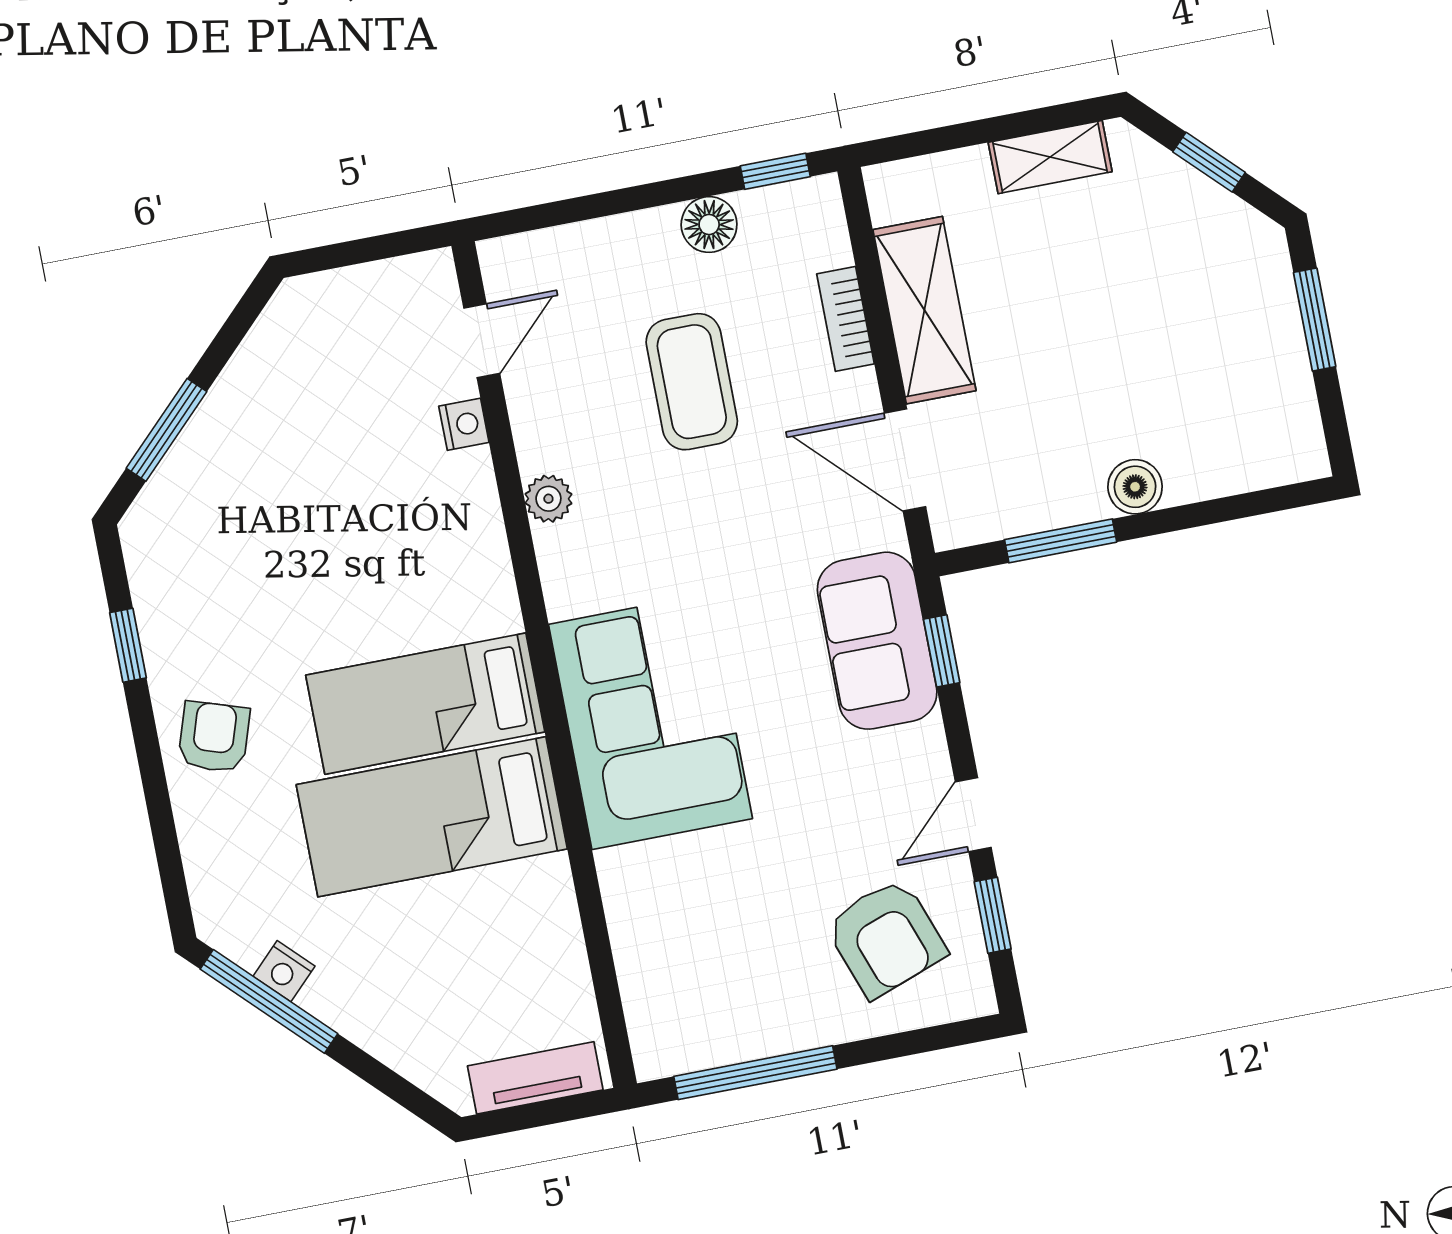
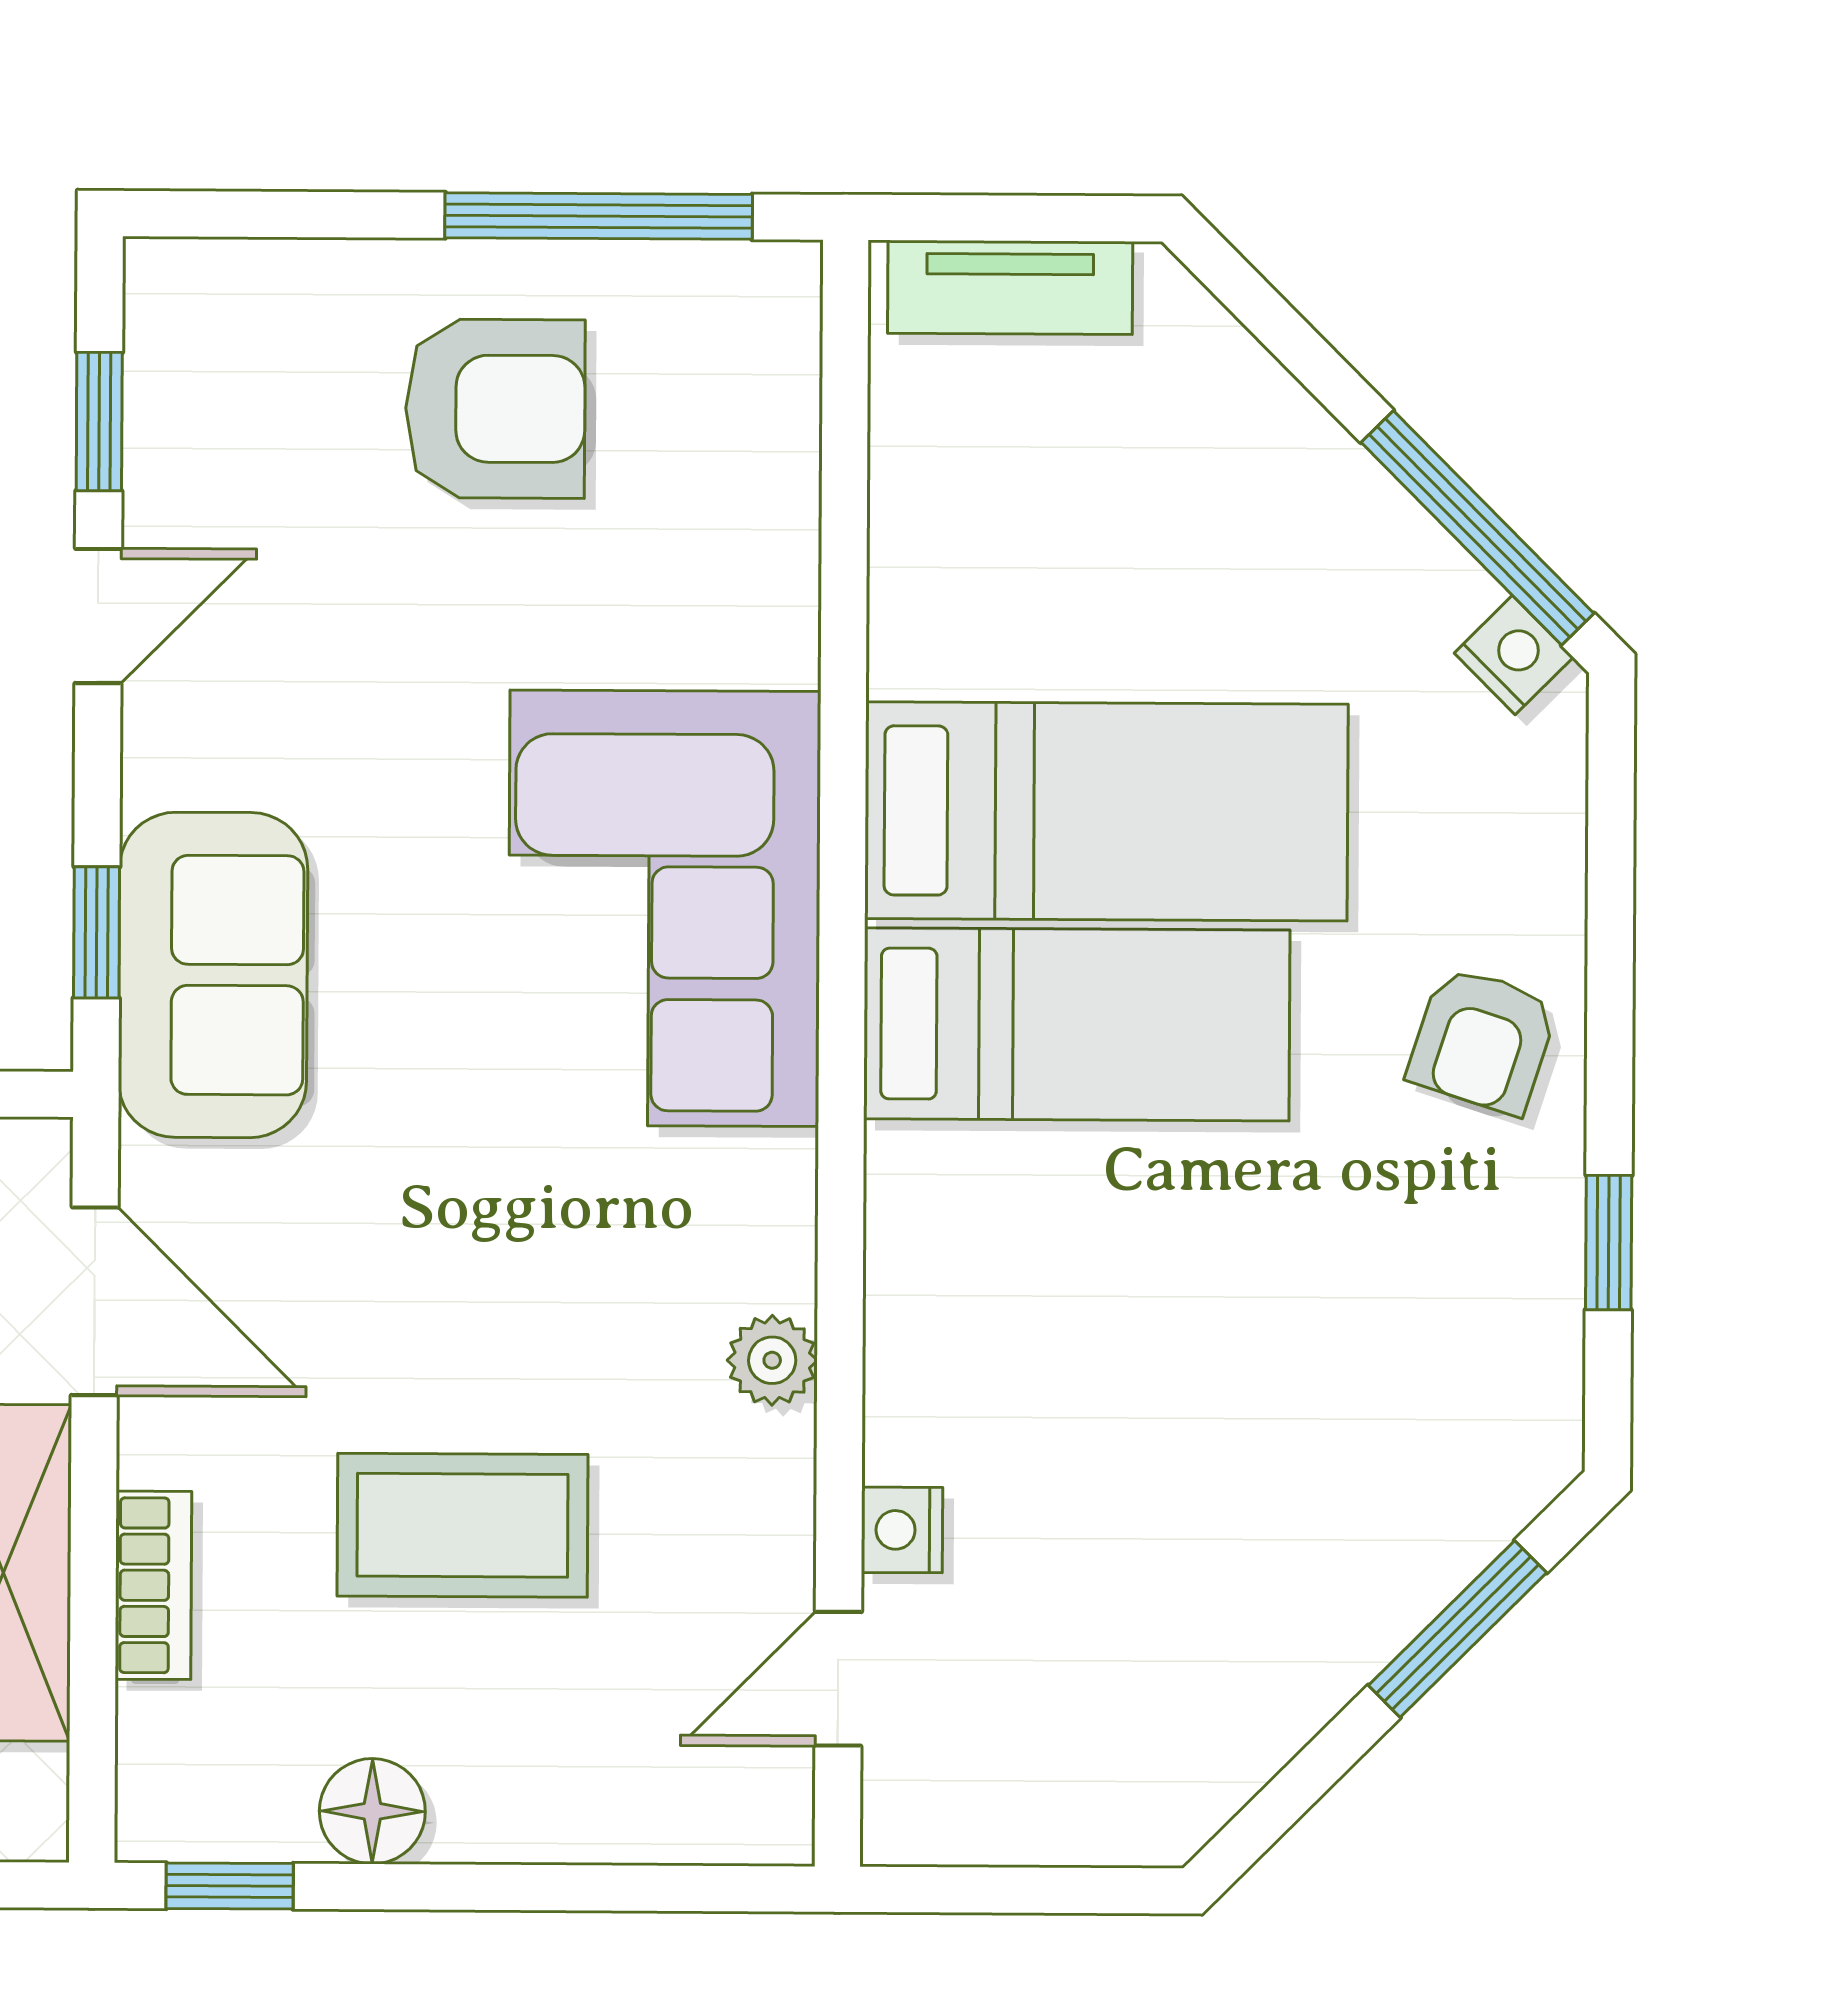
coffee table: (692, 382) -> (462, 1525), turned 90
armchair: (886, 938) -> (495, 409), moved, turned 110
nightstand: (284, 971) -> (1514, 655), moved

